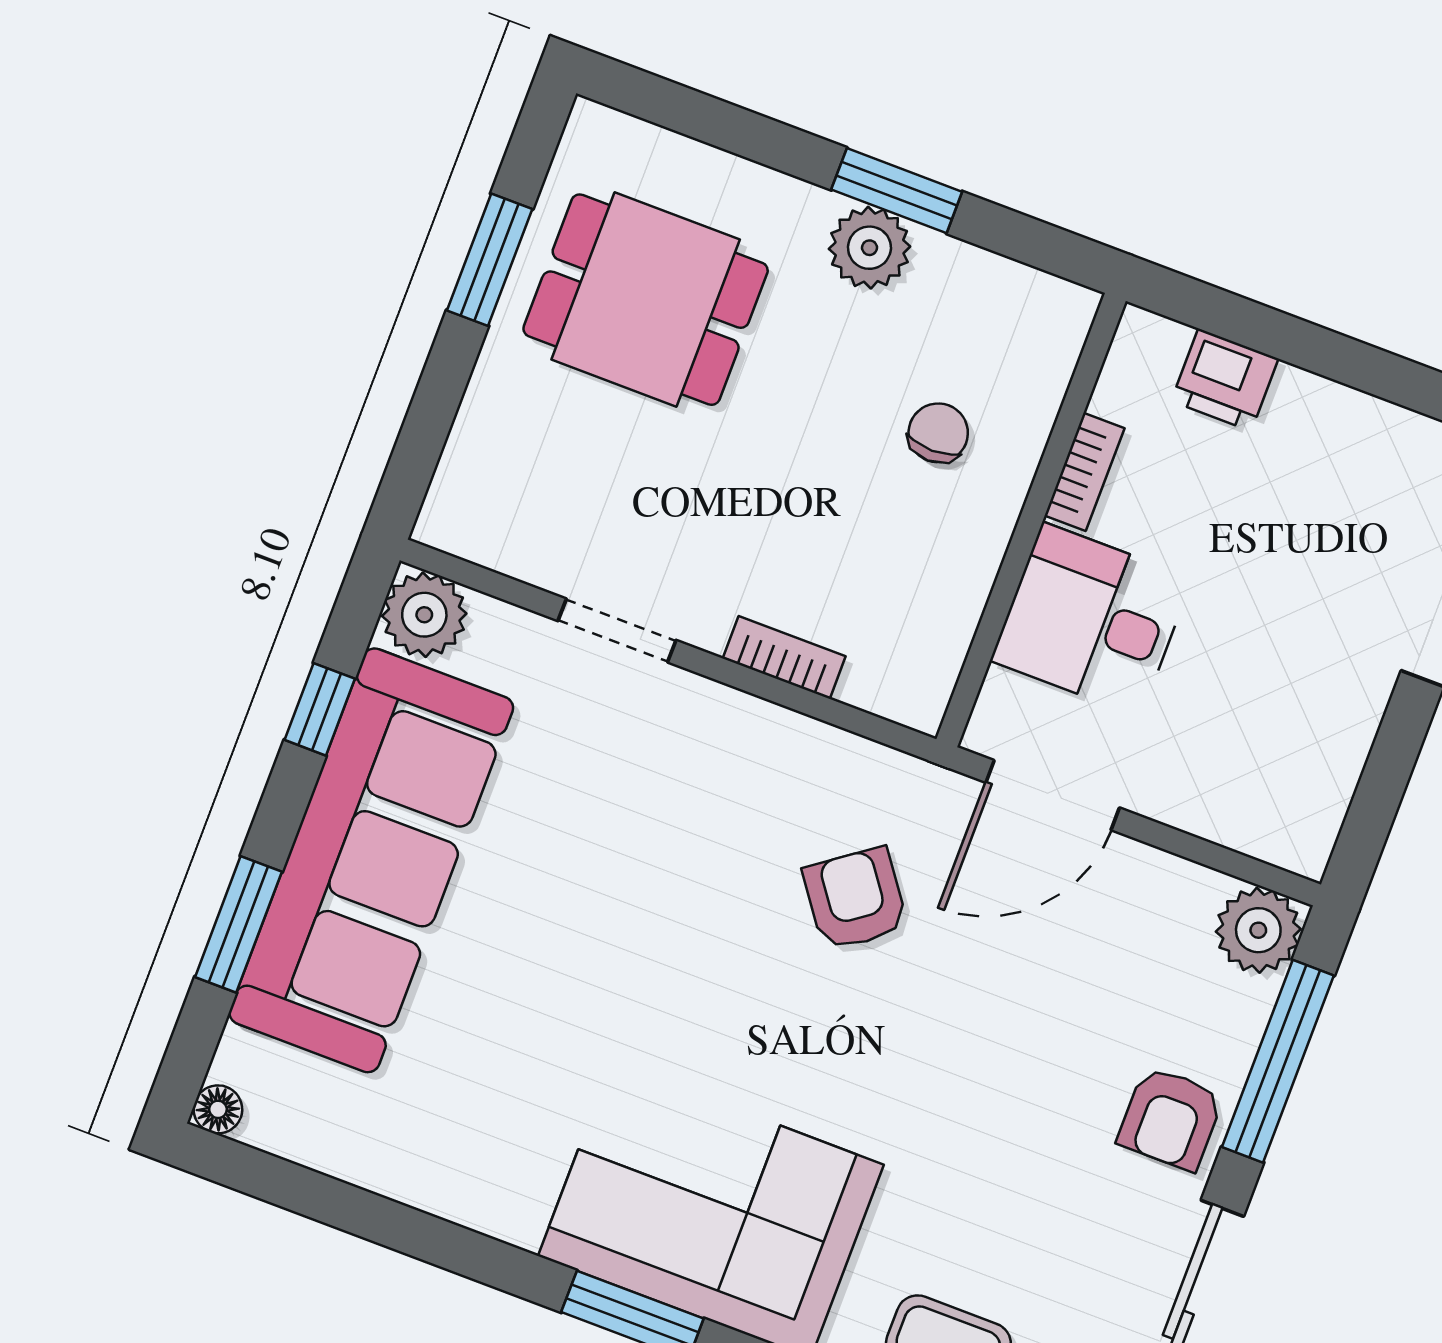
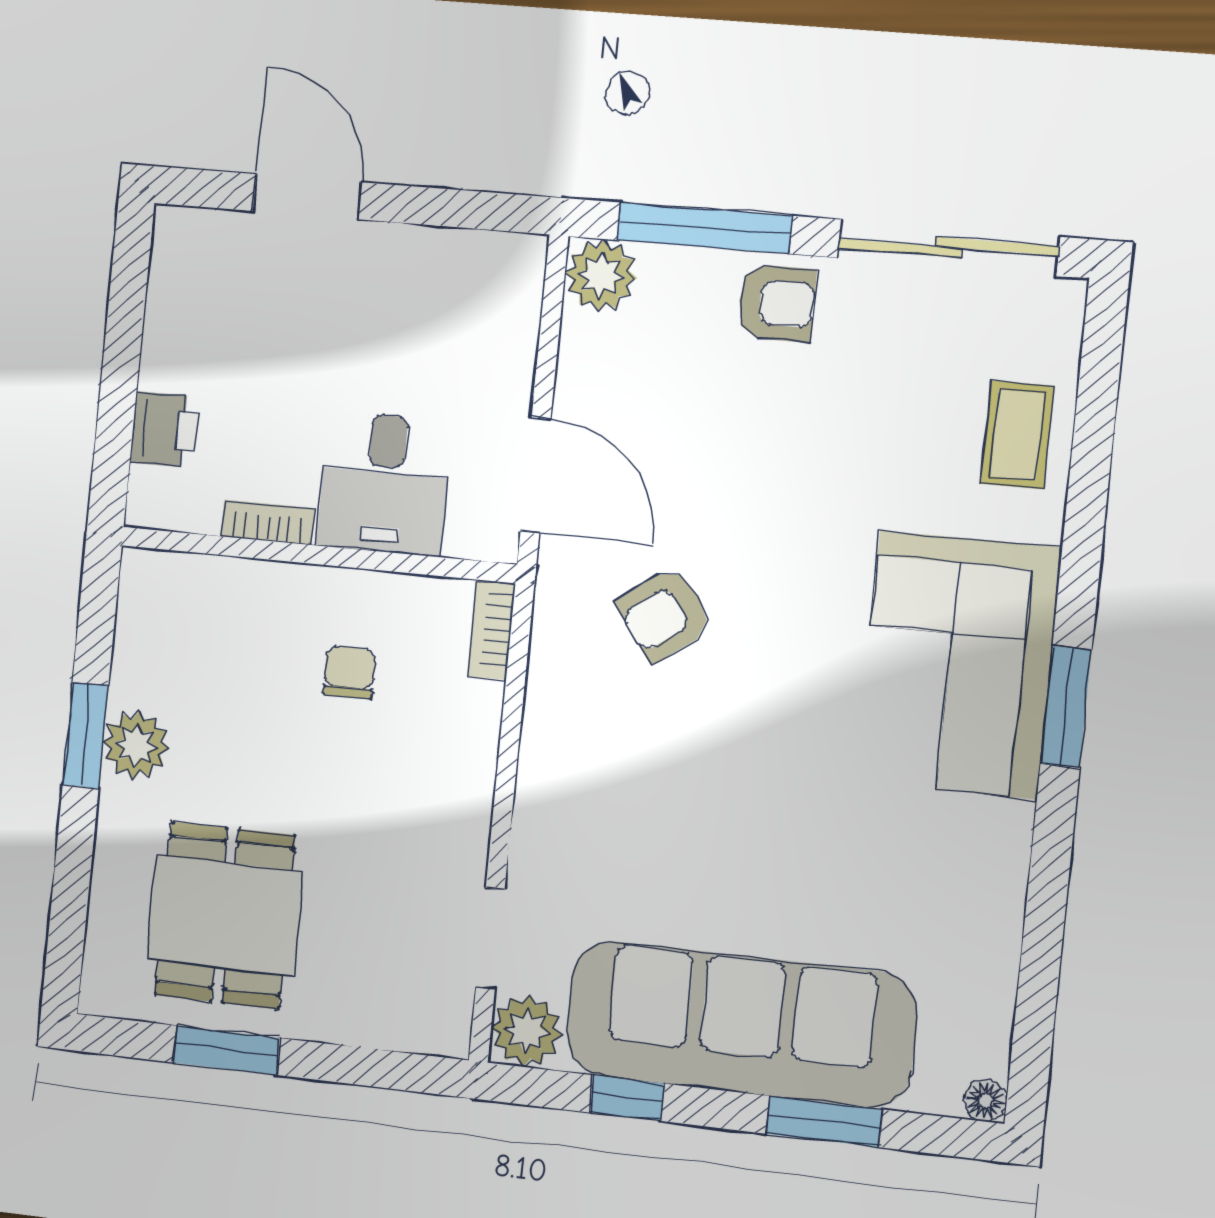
chair: (938, 433) -> (349, 672), moved, turned 90
doorway: (617, 630) -> (490, 938), moved
bookcase: (784, 657) -> (492, 630), moved

